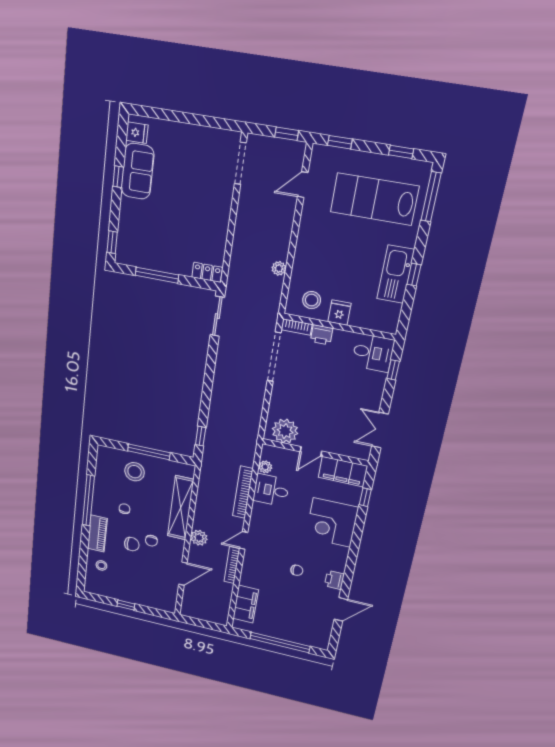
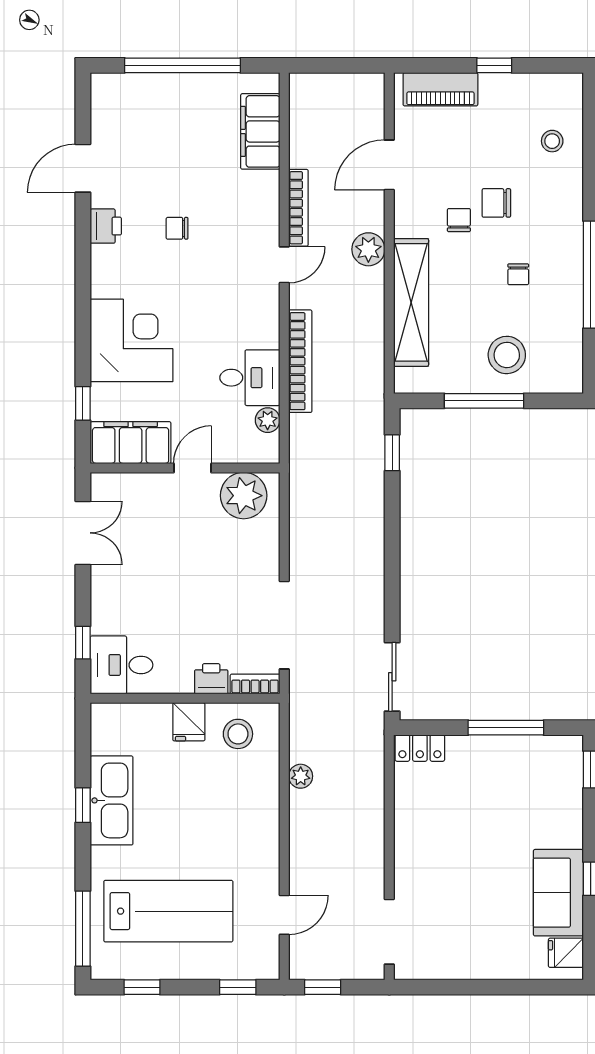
piano: (97, 533) -> (440, 89), moved, turned -90

